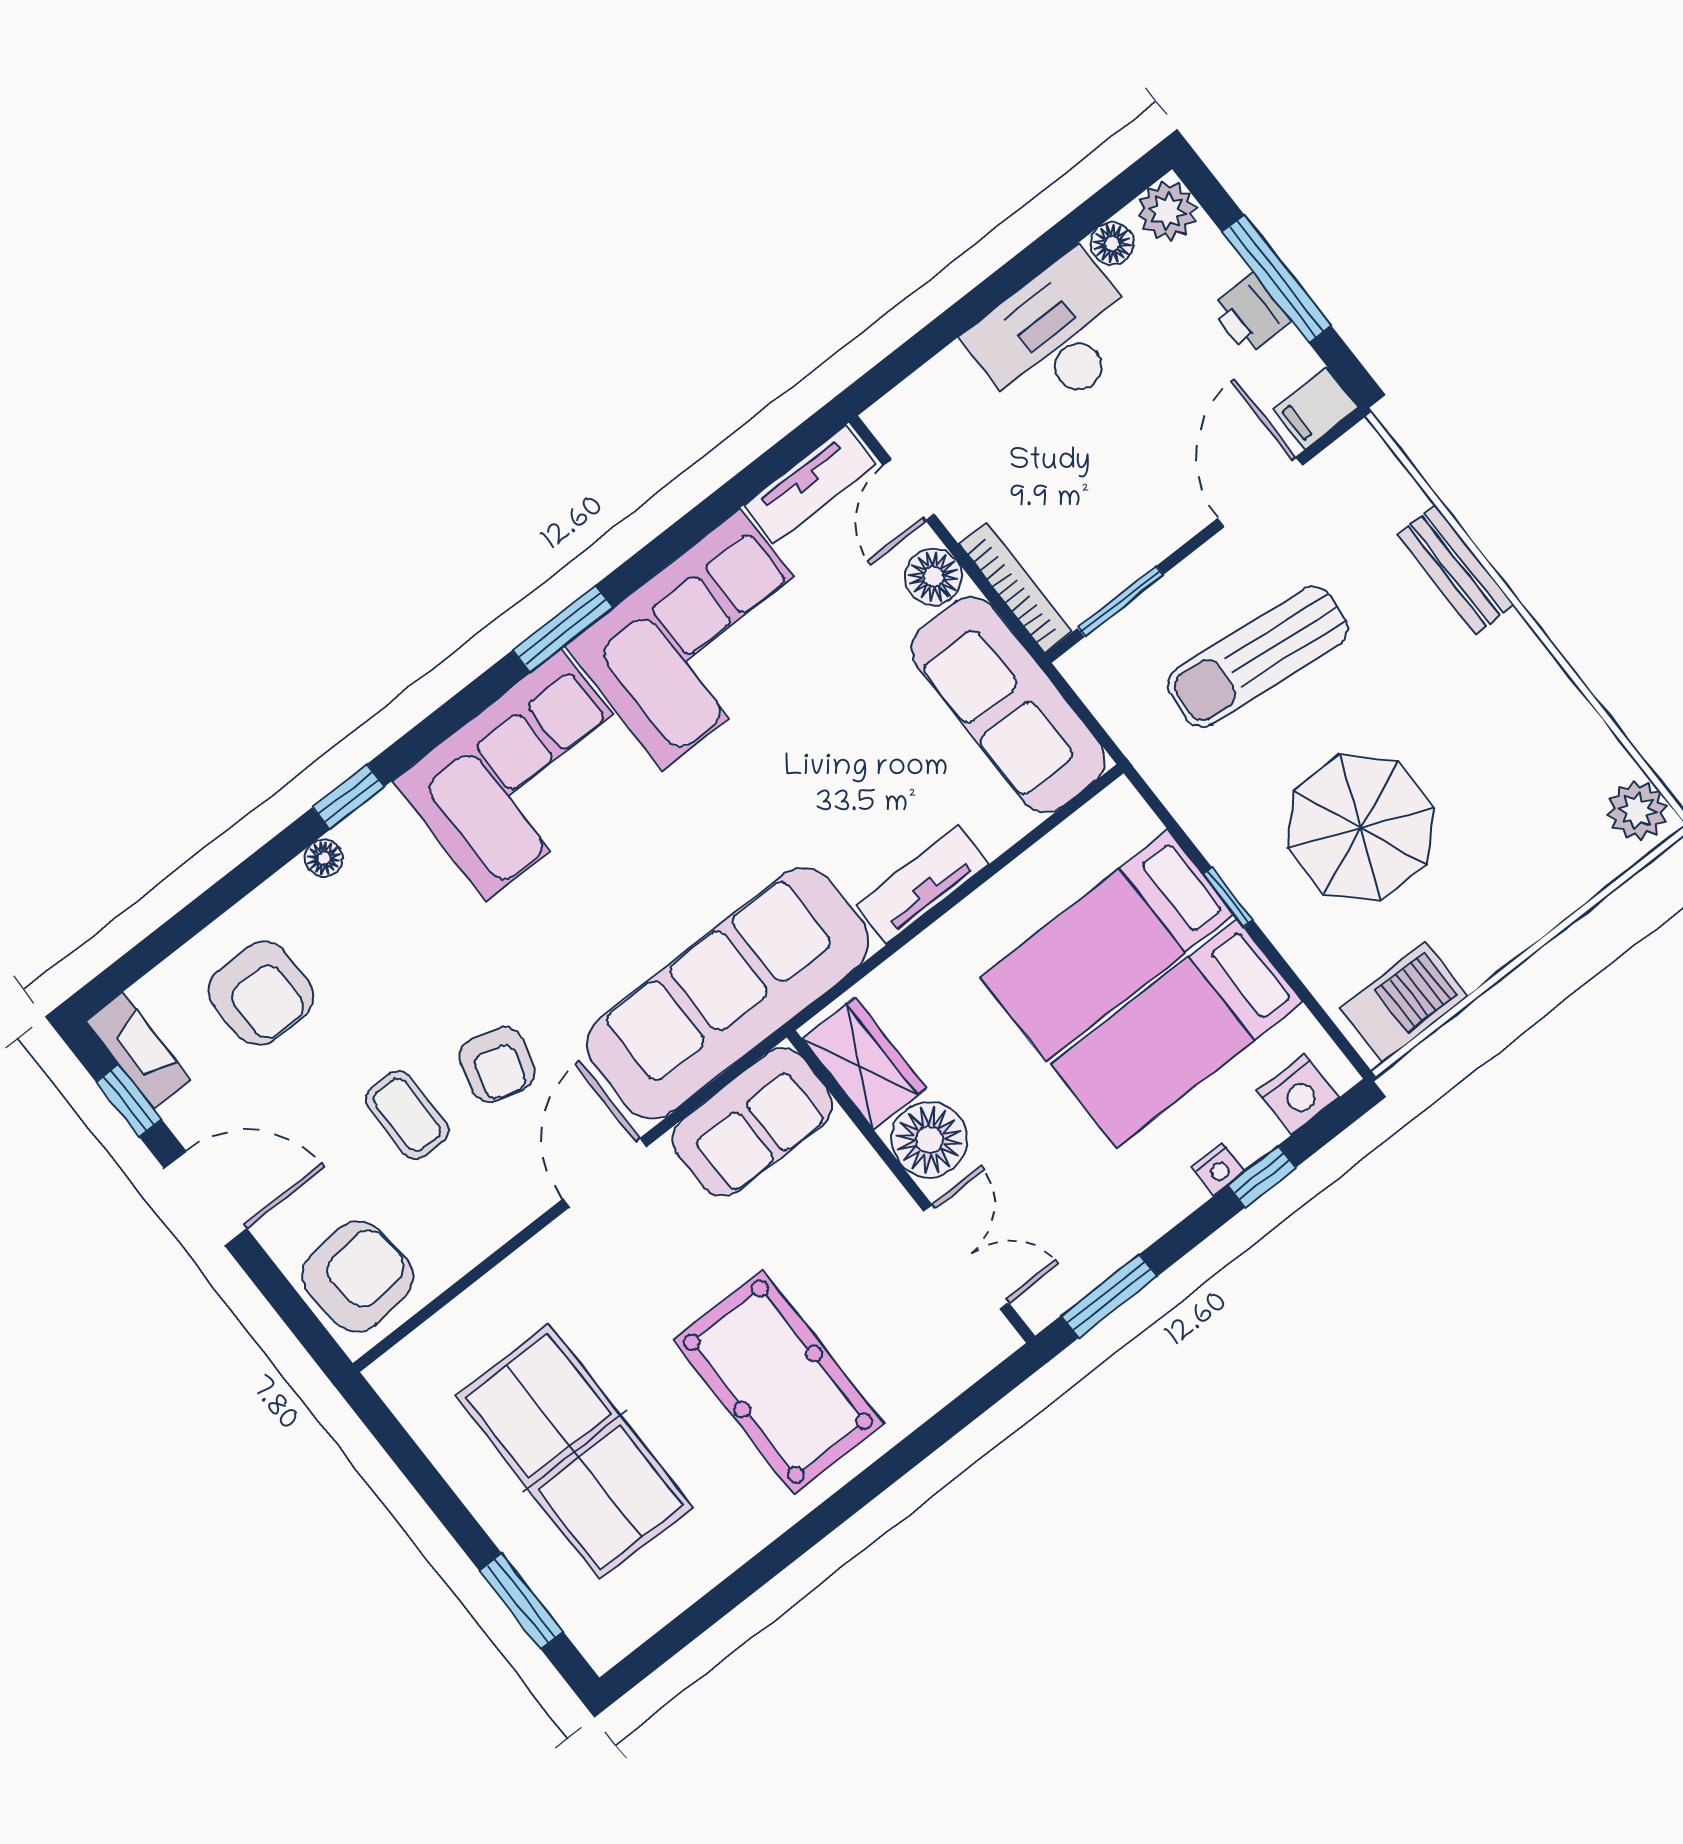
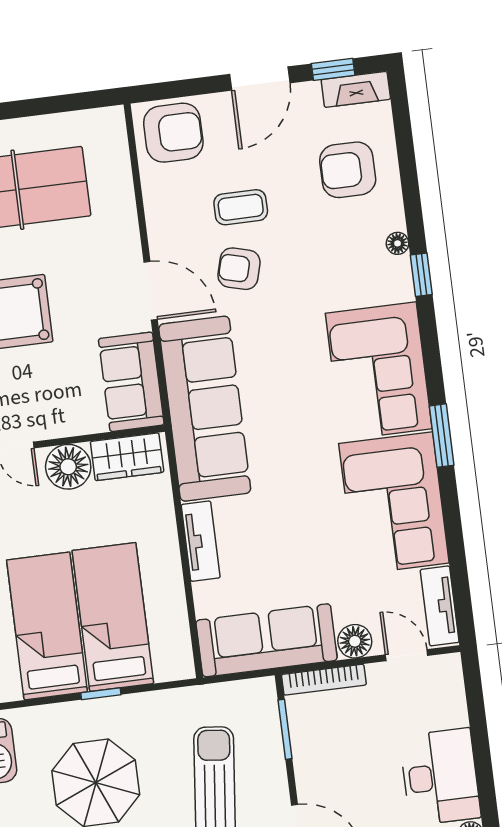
armchair: (358, 1276) -> (173, 133), turned -84

